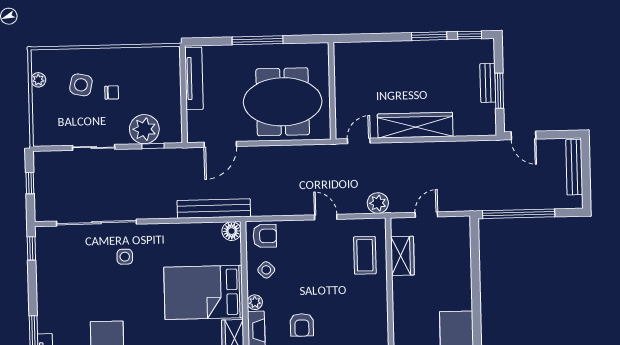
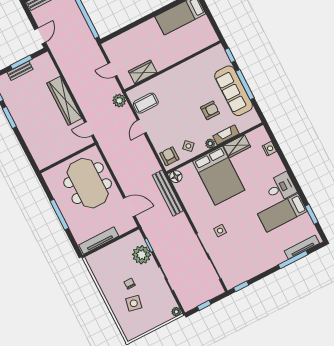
plant: (38, 80) -> (176, 312), moved
coffee table: (365, 255) -> (146, 103), moved

